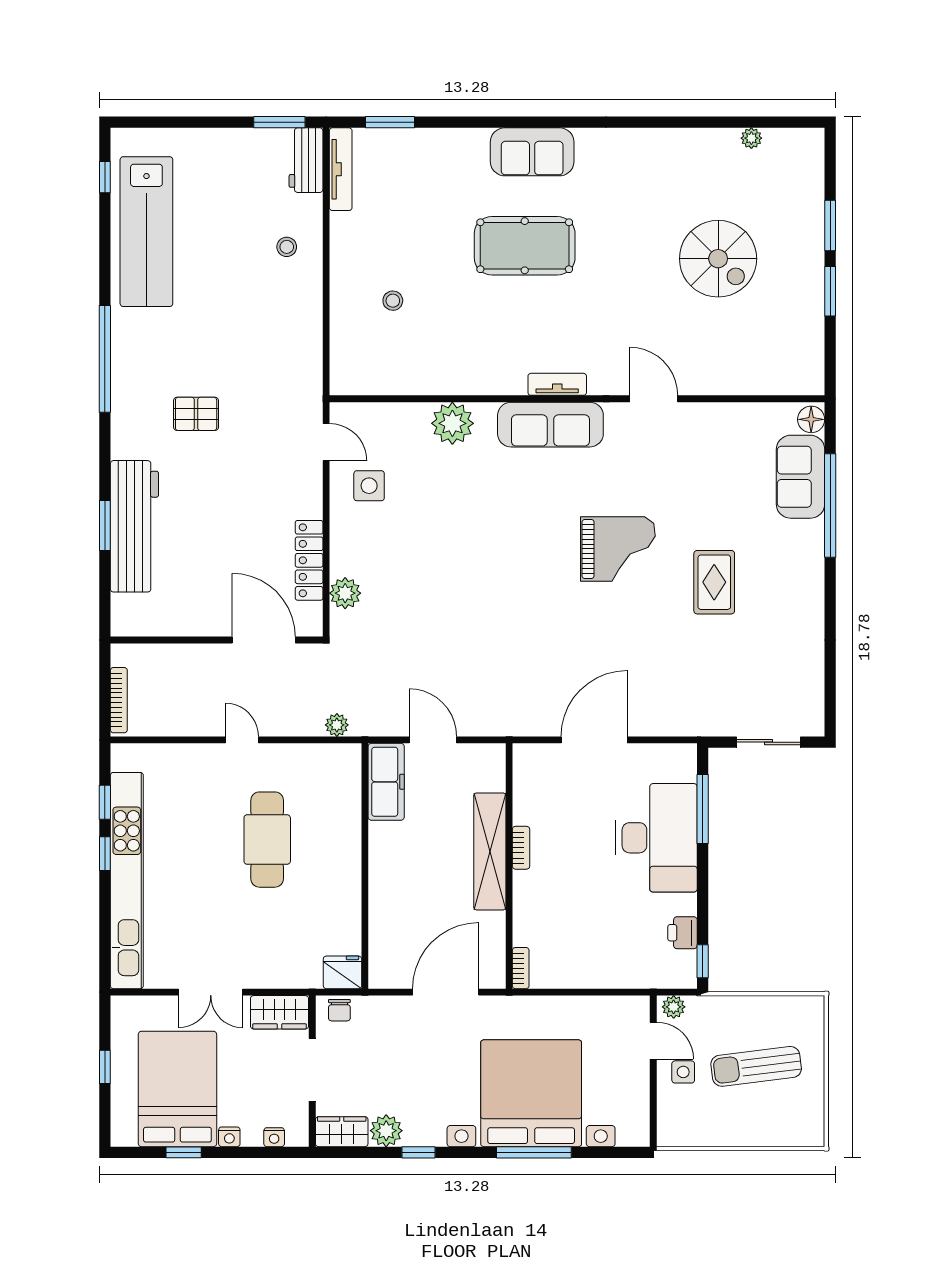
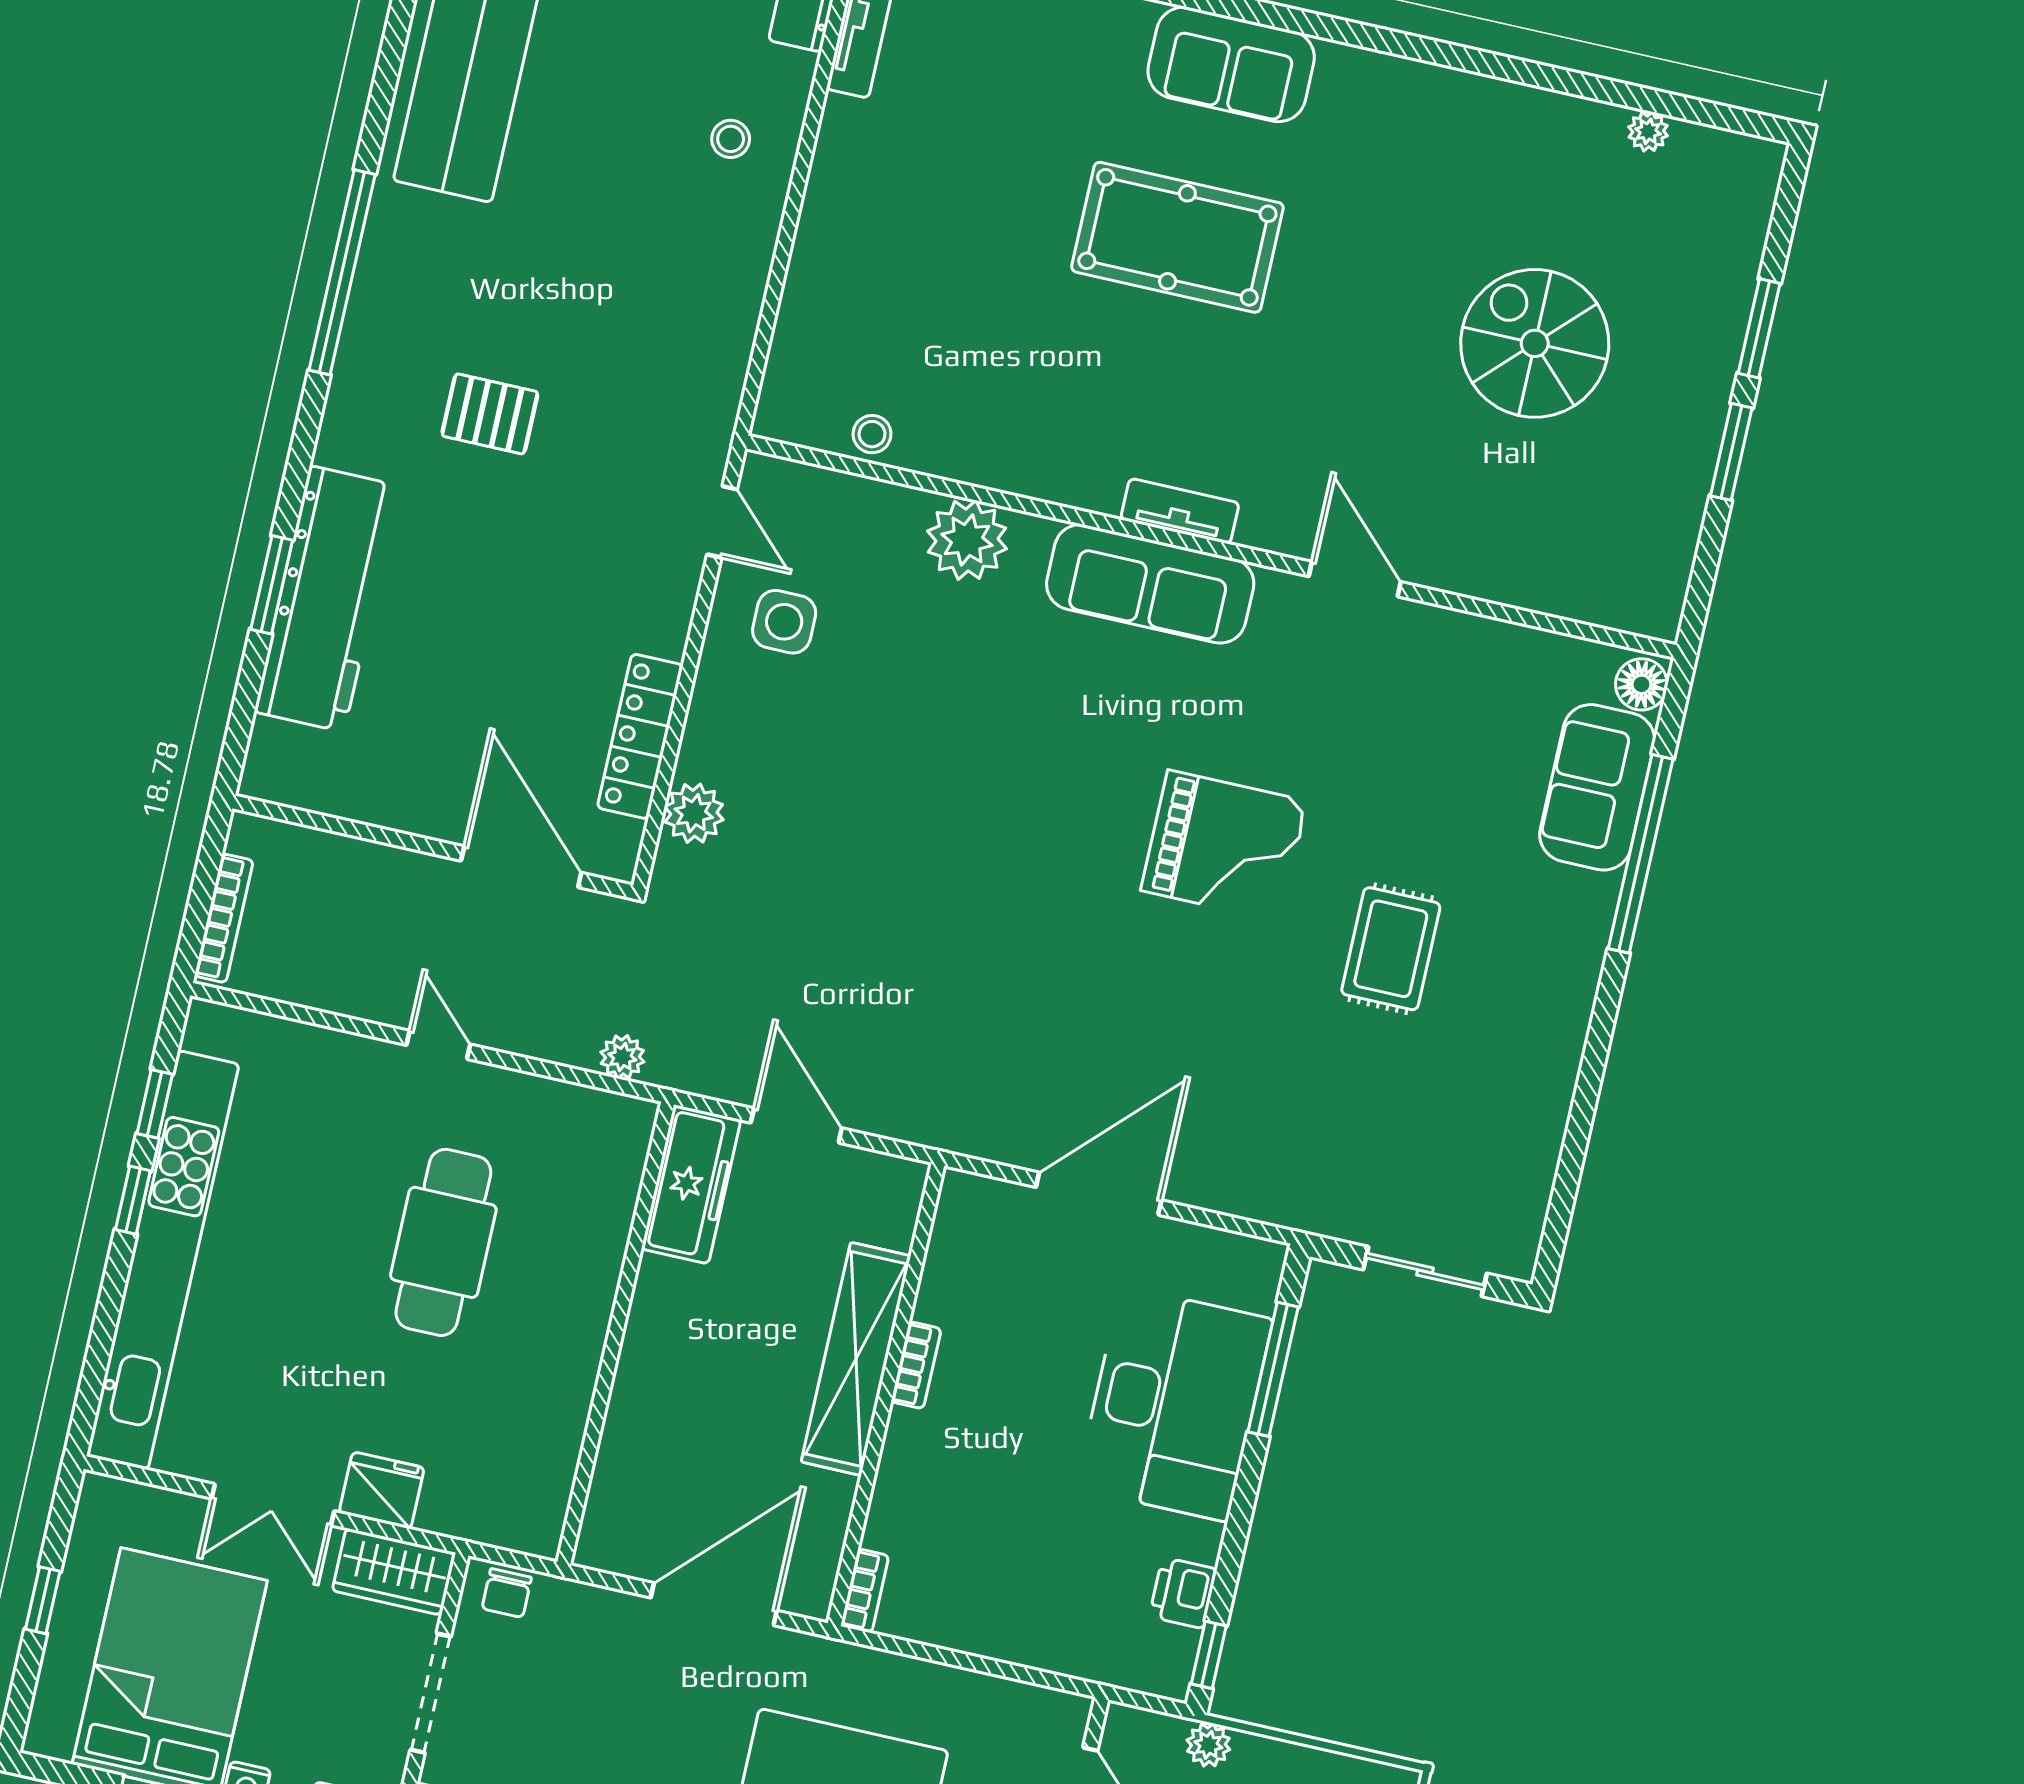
spiral stairs: (718, 259) -> (1535, 343), turned 180
stool: (393, 301) -> (872, 434), moved
fridge: (342, 972) -> (382, 1490), moved
plant: (674, 1007) -> (1208, 1745), moved

